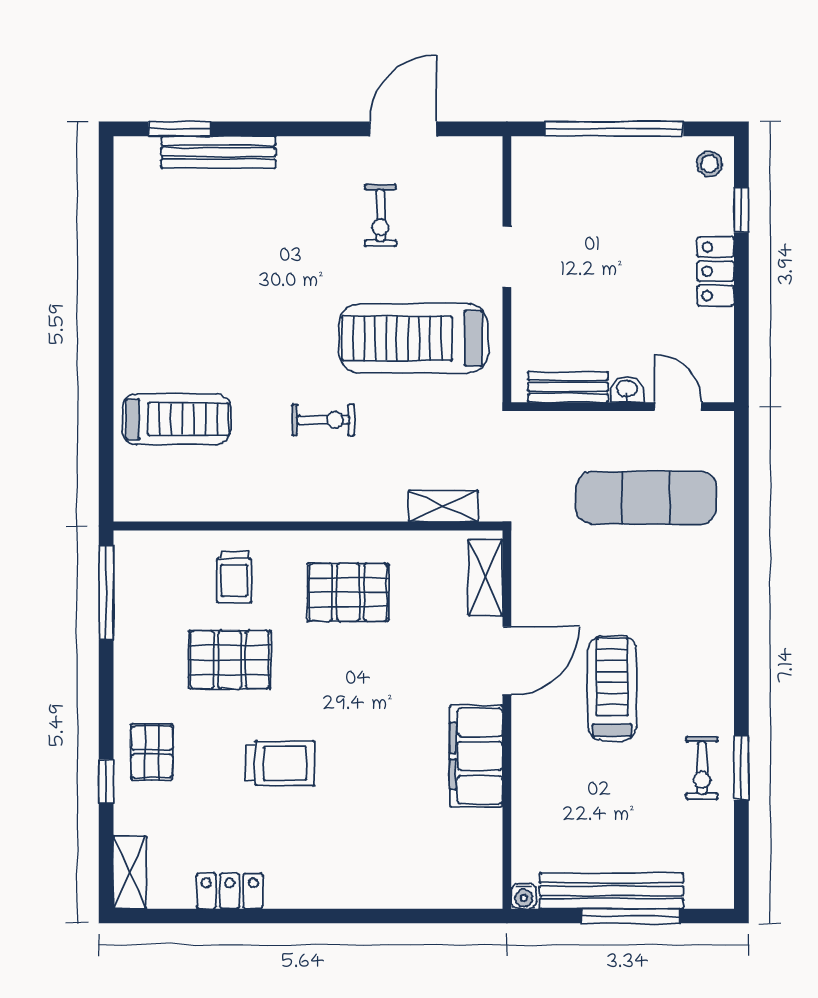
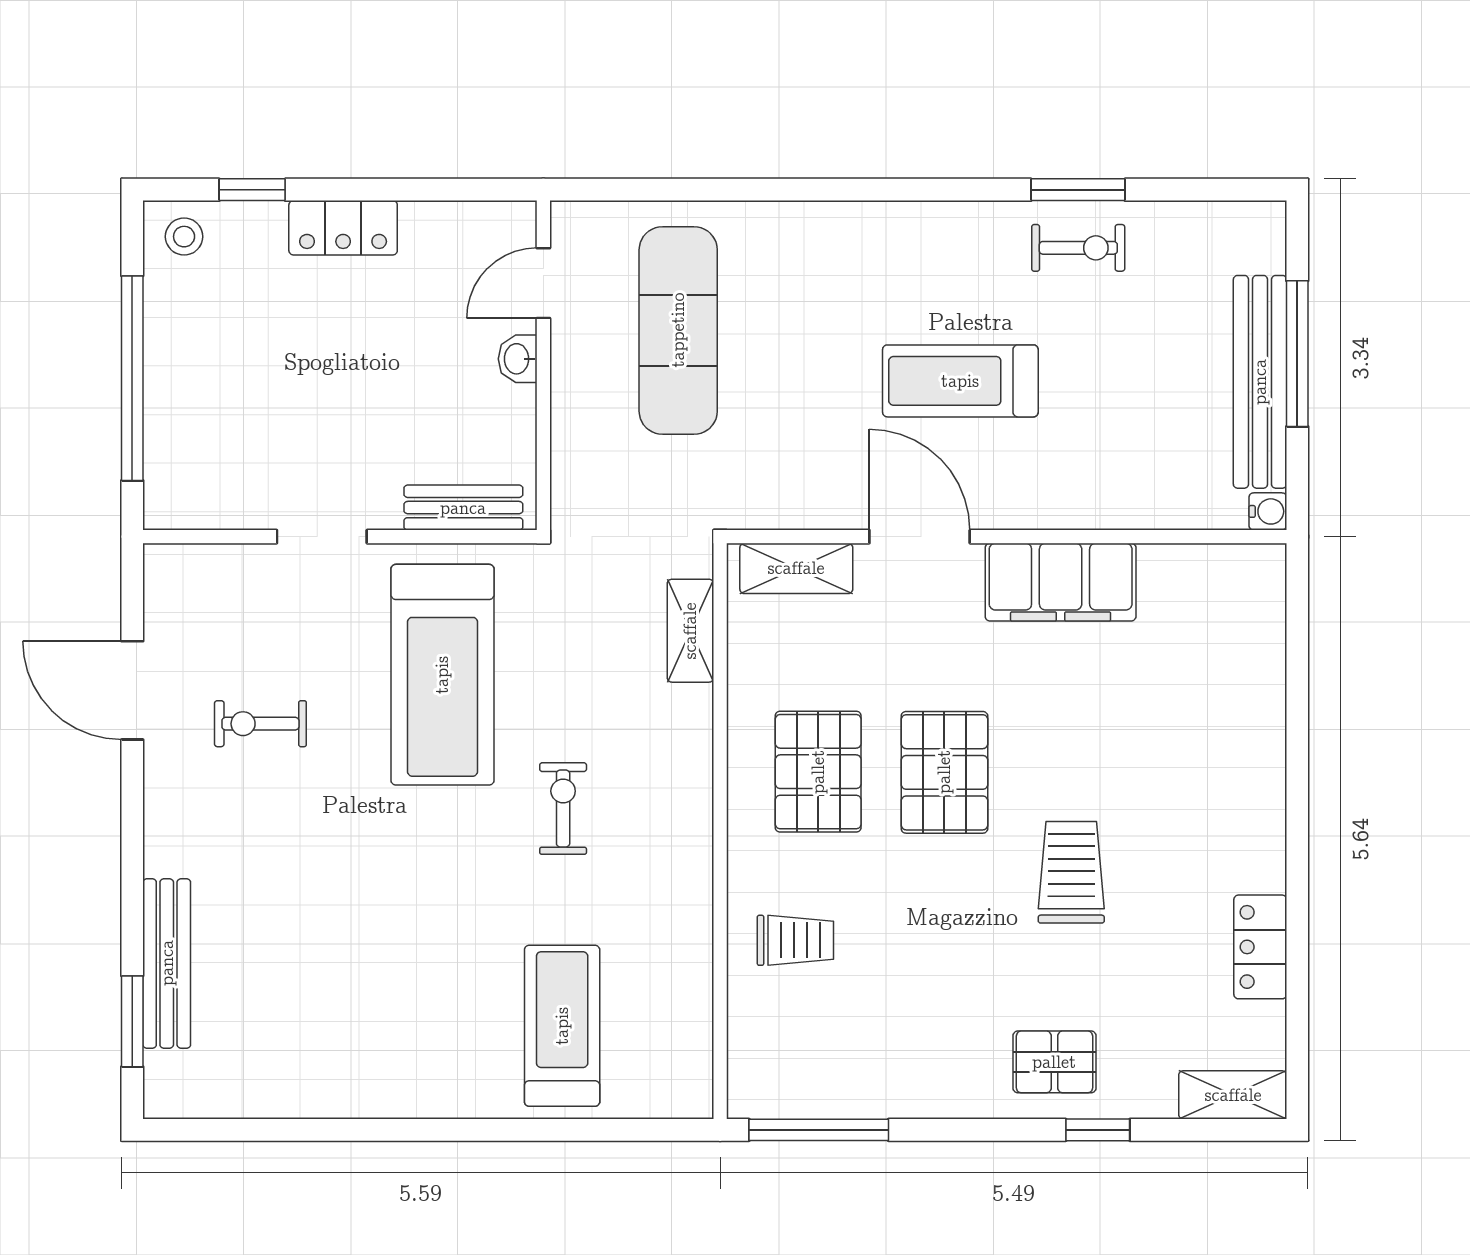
exercise bike: (380, 215) -> (260, 724), turned 180
bench: (568, 387) -> (463, 508), moved, turned 90
pallet: (230, 660) -> (944, 772), moved

